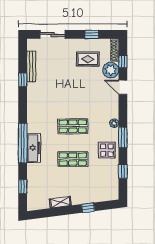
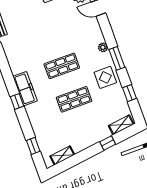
window: (23, 143) -> (17, 101), width x0.32
freezer: (34, 148) -> (25, 89), moved
shelving: (106, 196) -> (121, 125), added
shelving: (60, 202) -> (62, 155), moved

